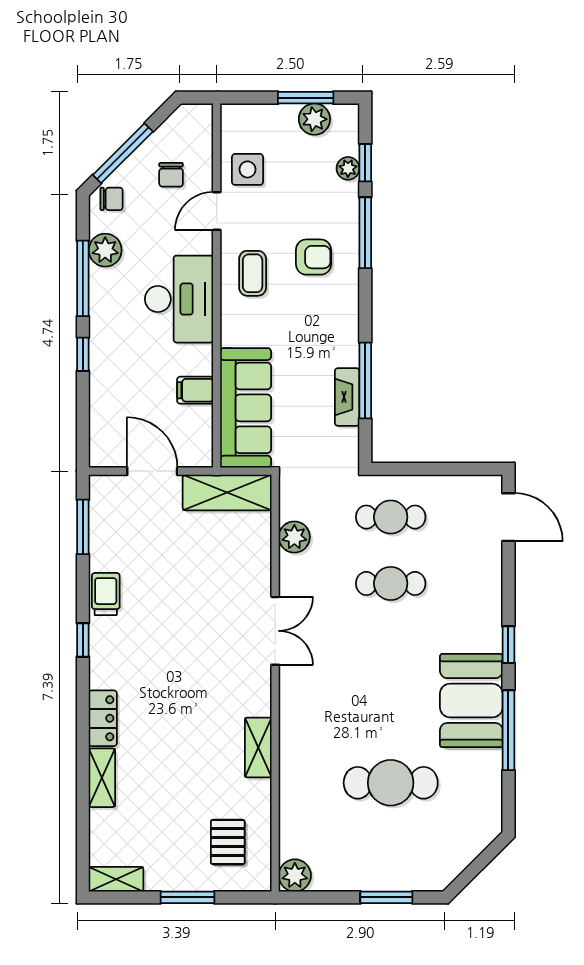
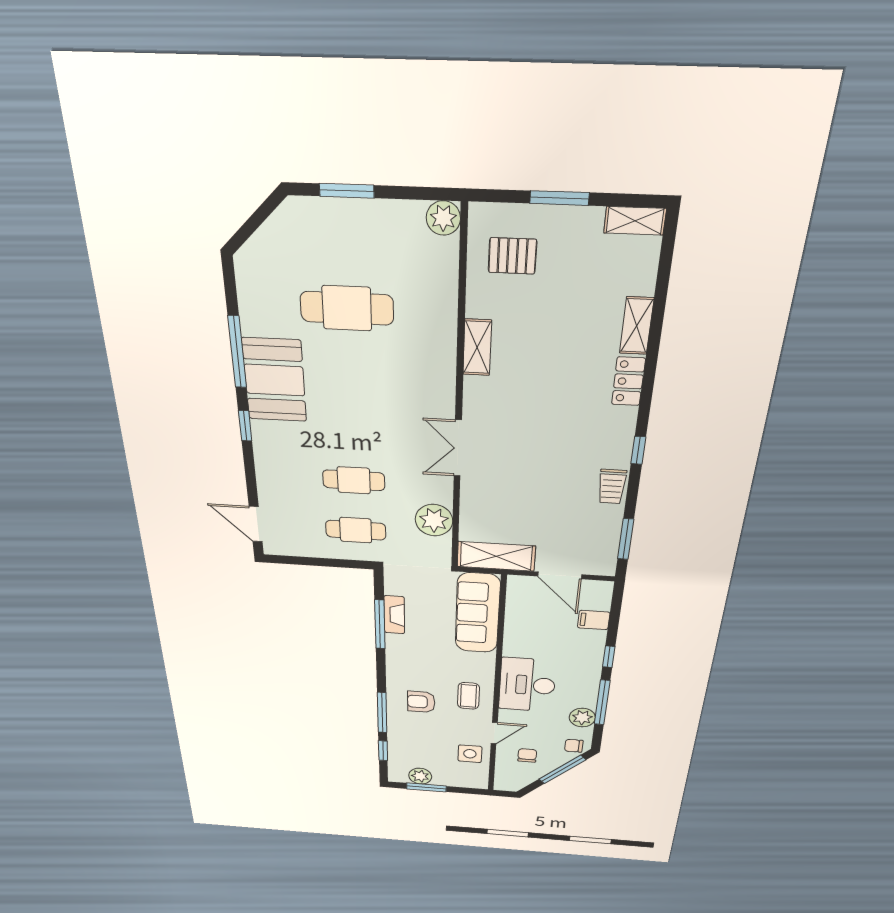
plant: (348, 168) -> (396, 749), removed
filing cabinet: (195, 390) -> (594, 620), moved, turned 180
plant: (294, 537) -> (434, 520), width x1.36, depth x1.36
pallet: (228, 842) -> (512, 256), turned 90

